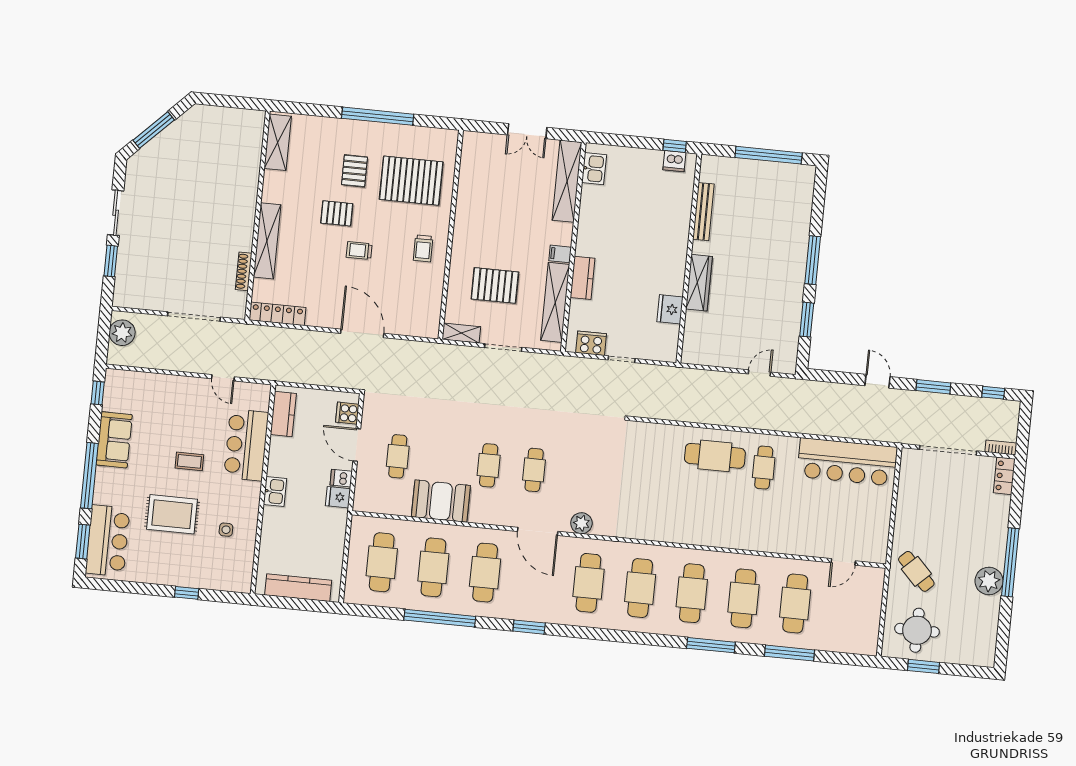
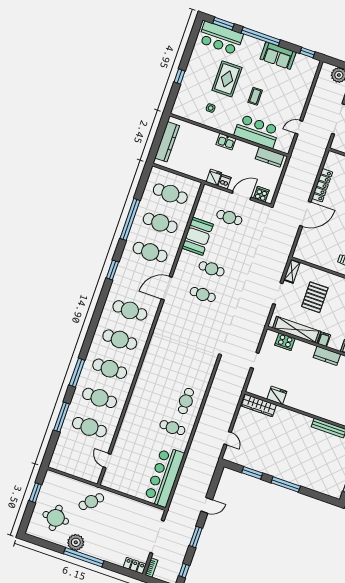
kitchen counter: (583, 278) -> (327, 356), moved
wardrobe: (699, 283) -> (259, 405), moved
locker: (277, 314) -> (322, 185), moved
cooker: (591, 343) -> (285, 342), moved, turned 90
cafe table: (715, 456) -> (186, 401), width x0.73, depth x0.74
plant: (581, 523) -> (165, 315), removed
round table: (917, 630) -> (56, 518), moved

